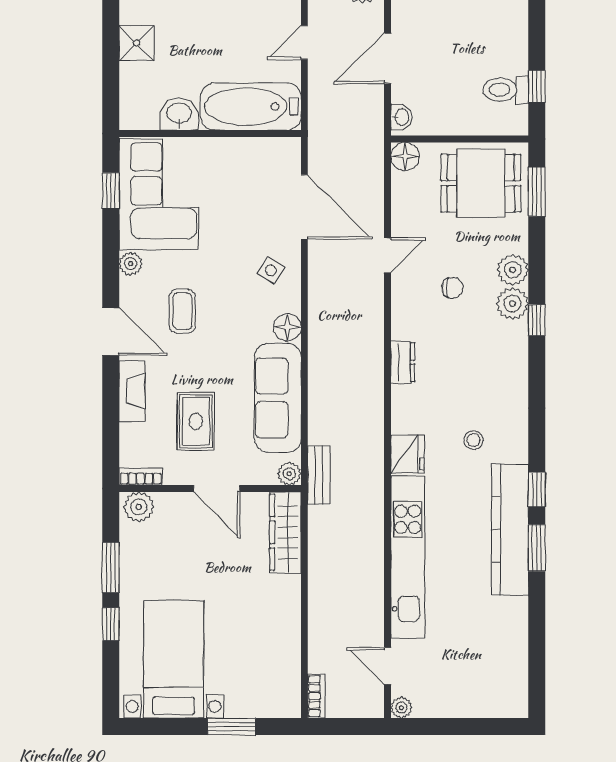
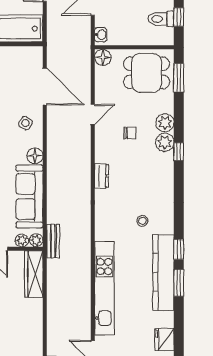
fridge: (407, 454) -> (164, 340), moved, turned 180
plant: (264, 474) -> (22, 240), added

